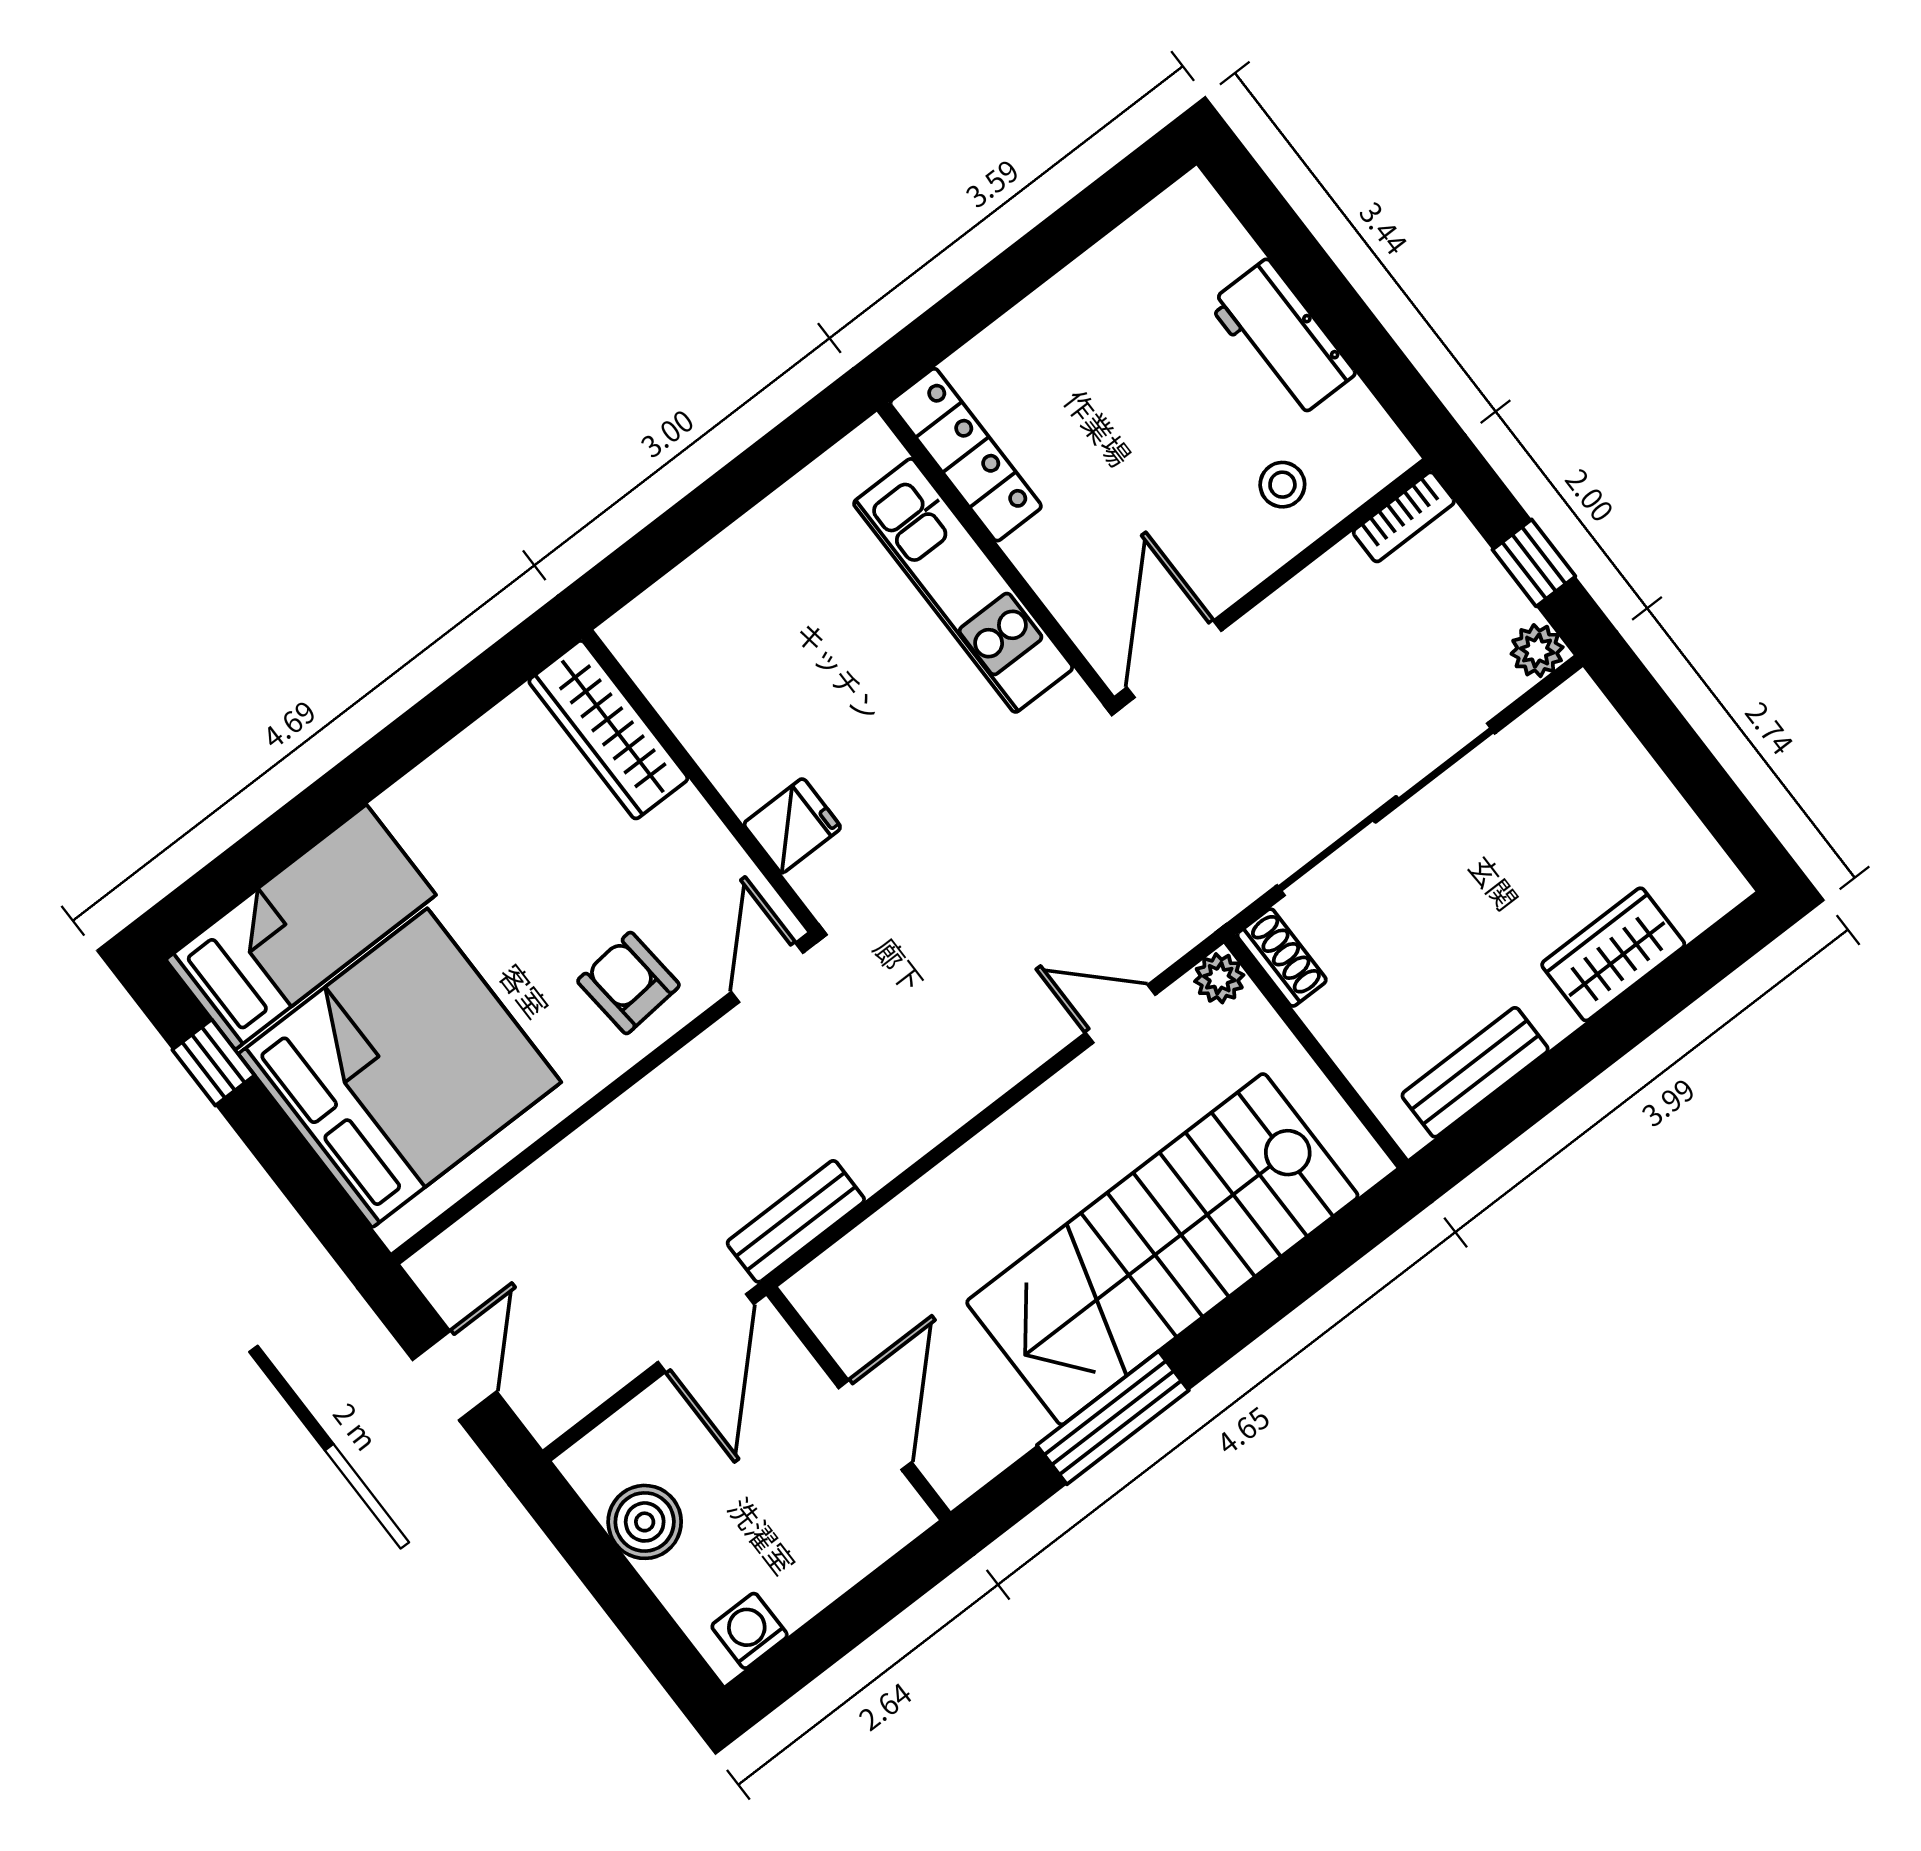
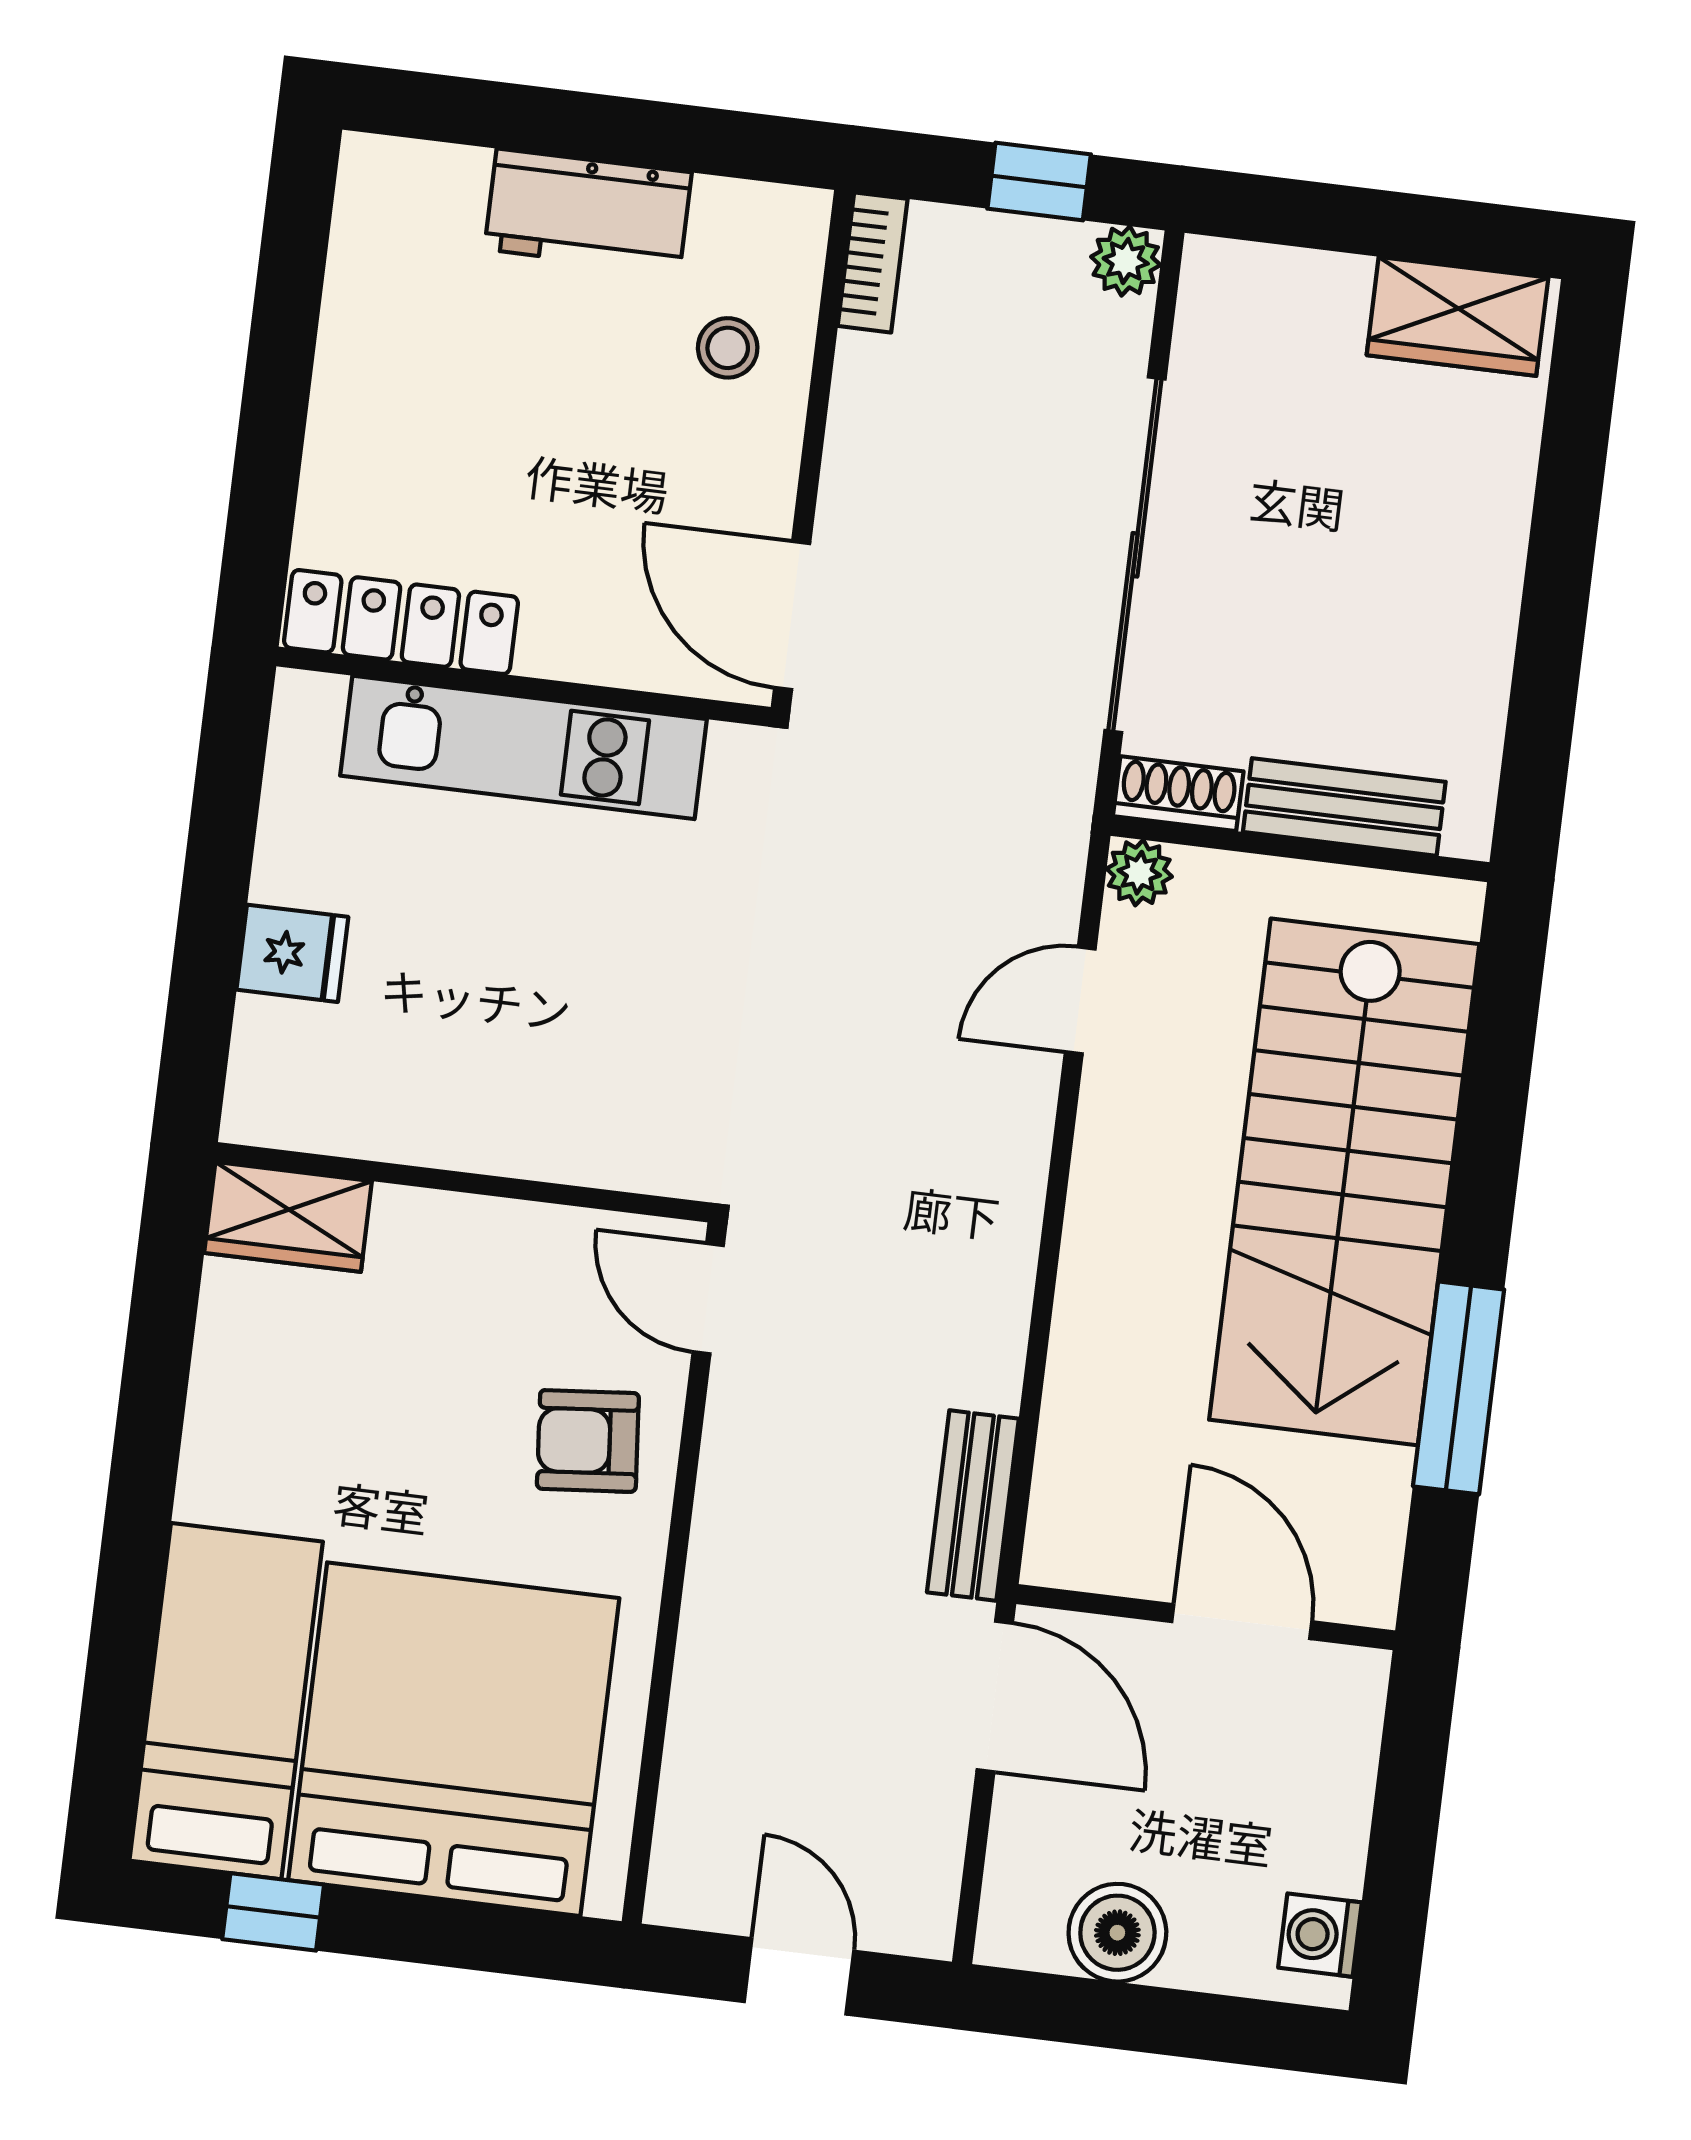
wardrobe: (608, 730) -> (288, 1217), width x0.67
fridge: (792, 826) -> (292, 953), moved, turned 90
wardrobe: (1613, 954) -> (1457, 316), moved, turned -90
bench: (1475, 1072) -> (1344, 807), moved, turned 90

